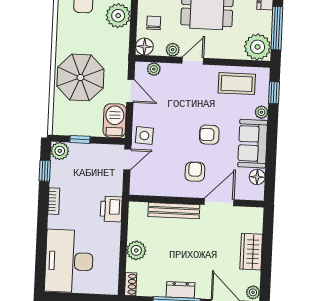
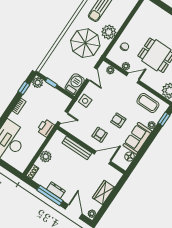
floor lamp: (144, 47) -> (113, 56), removed
parasol: (80, 77) -> (85, 43), moved
door: (127, 159) -> (63, 117), moved

